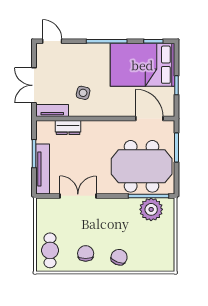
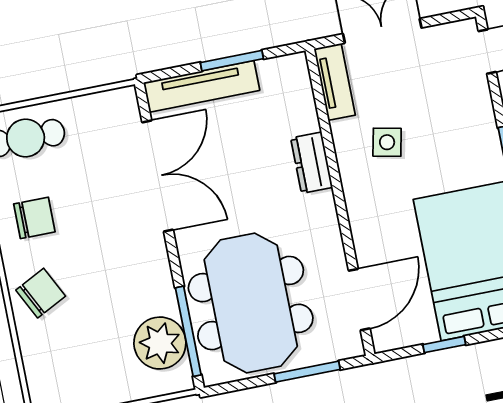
dresser: (68, 128) -> (312, 163), moved
double door: (78, 196) -> (158, 176), width x1.37
chair: (119, 257) -> (41, 293), turned -48

